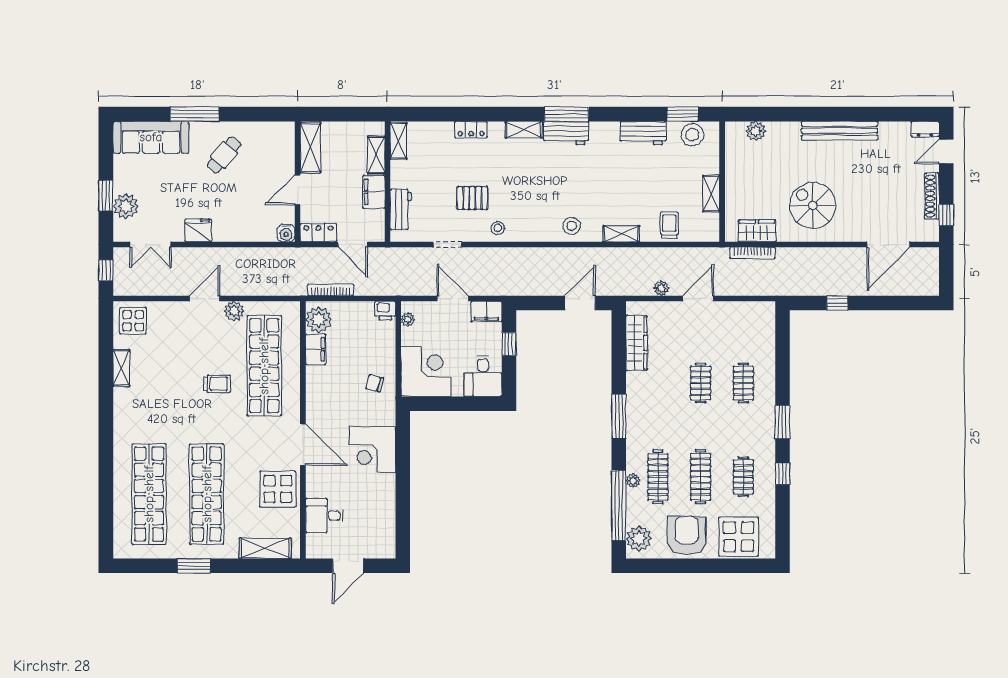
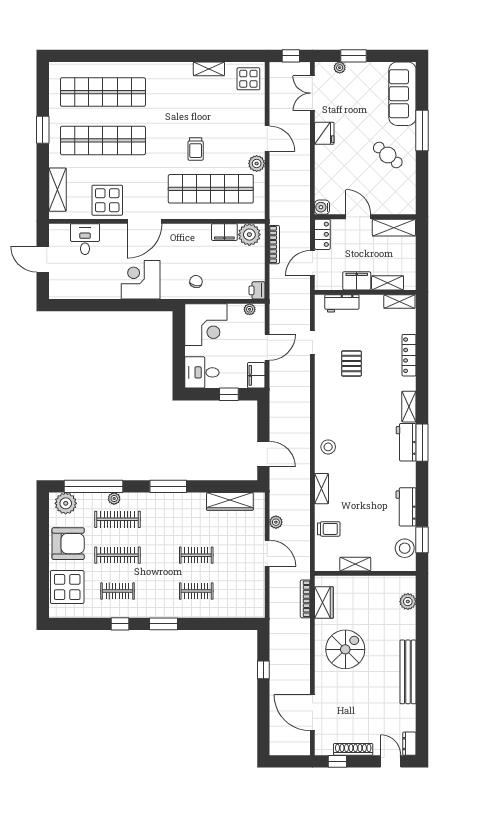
locker: (471, 130) -> (409, 355), width x1.53
plant: (126, 206) -> (340, 68), width x0.53, depth x0.53
stool: (498, 228) -> (326, 385), removed

